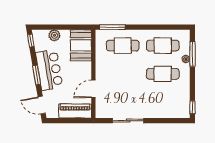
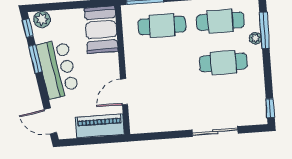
plant: (54, 35) -> (42, 19), moved
window: (37, 75) -> (35, 59), moved
sliding door: (128, 121) -> (215, 132), moved

